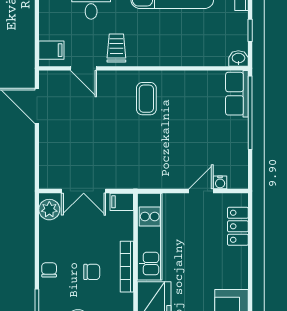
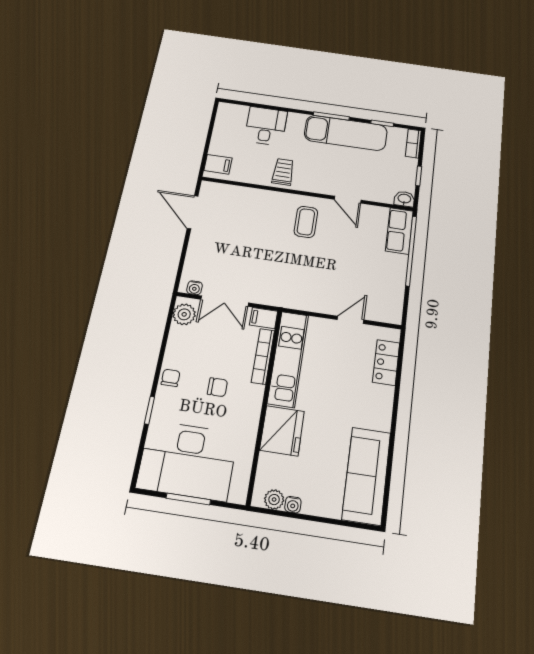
door: (83, 68) -> (348, 200), moved
water cooler: (220, 182) -> (195, 288), moved
bookcase: (127, 267) -> (263, 356), moved

